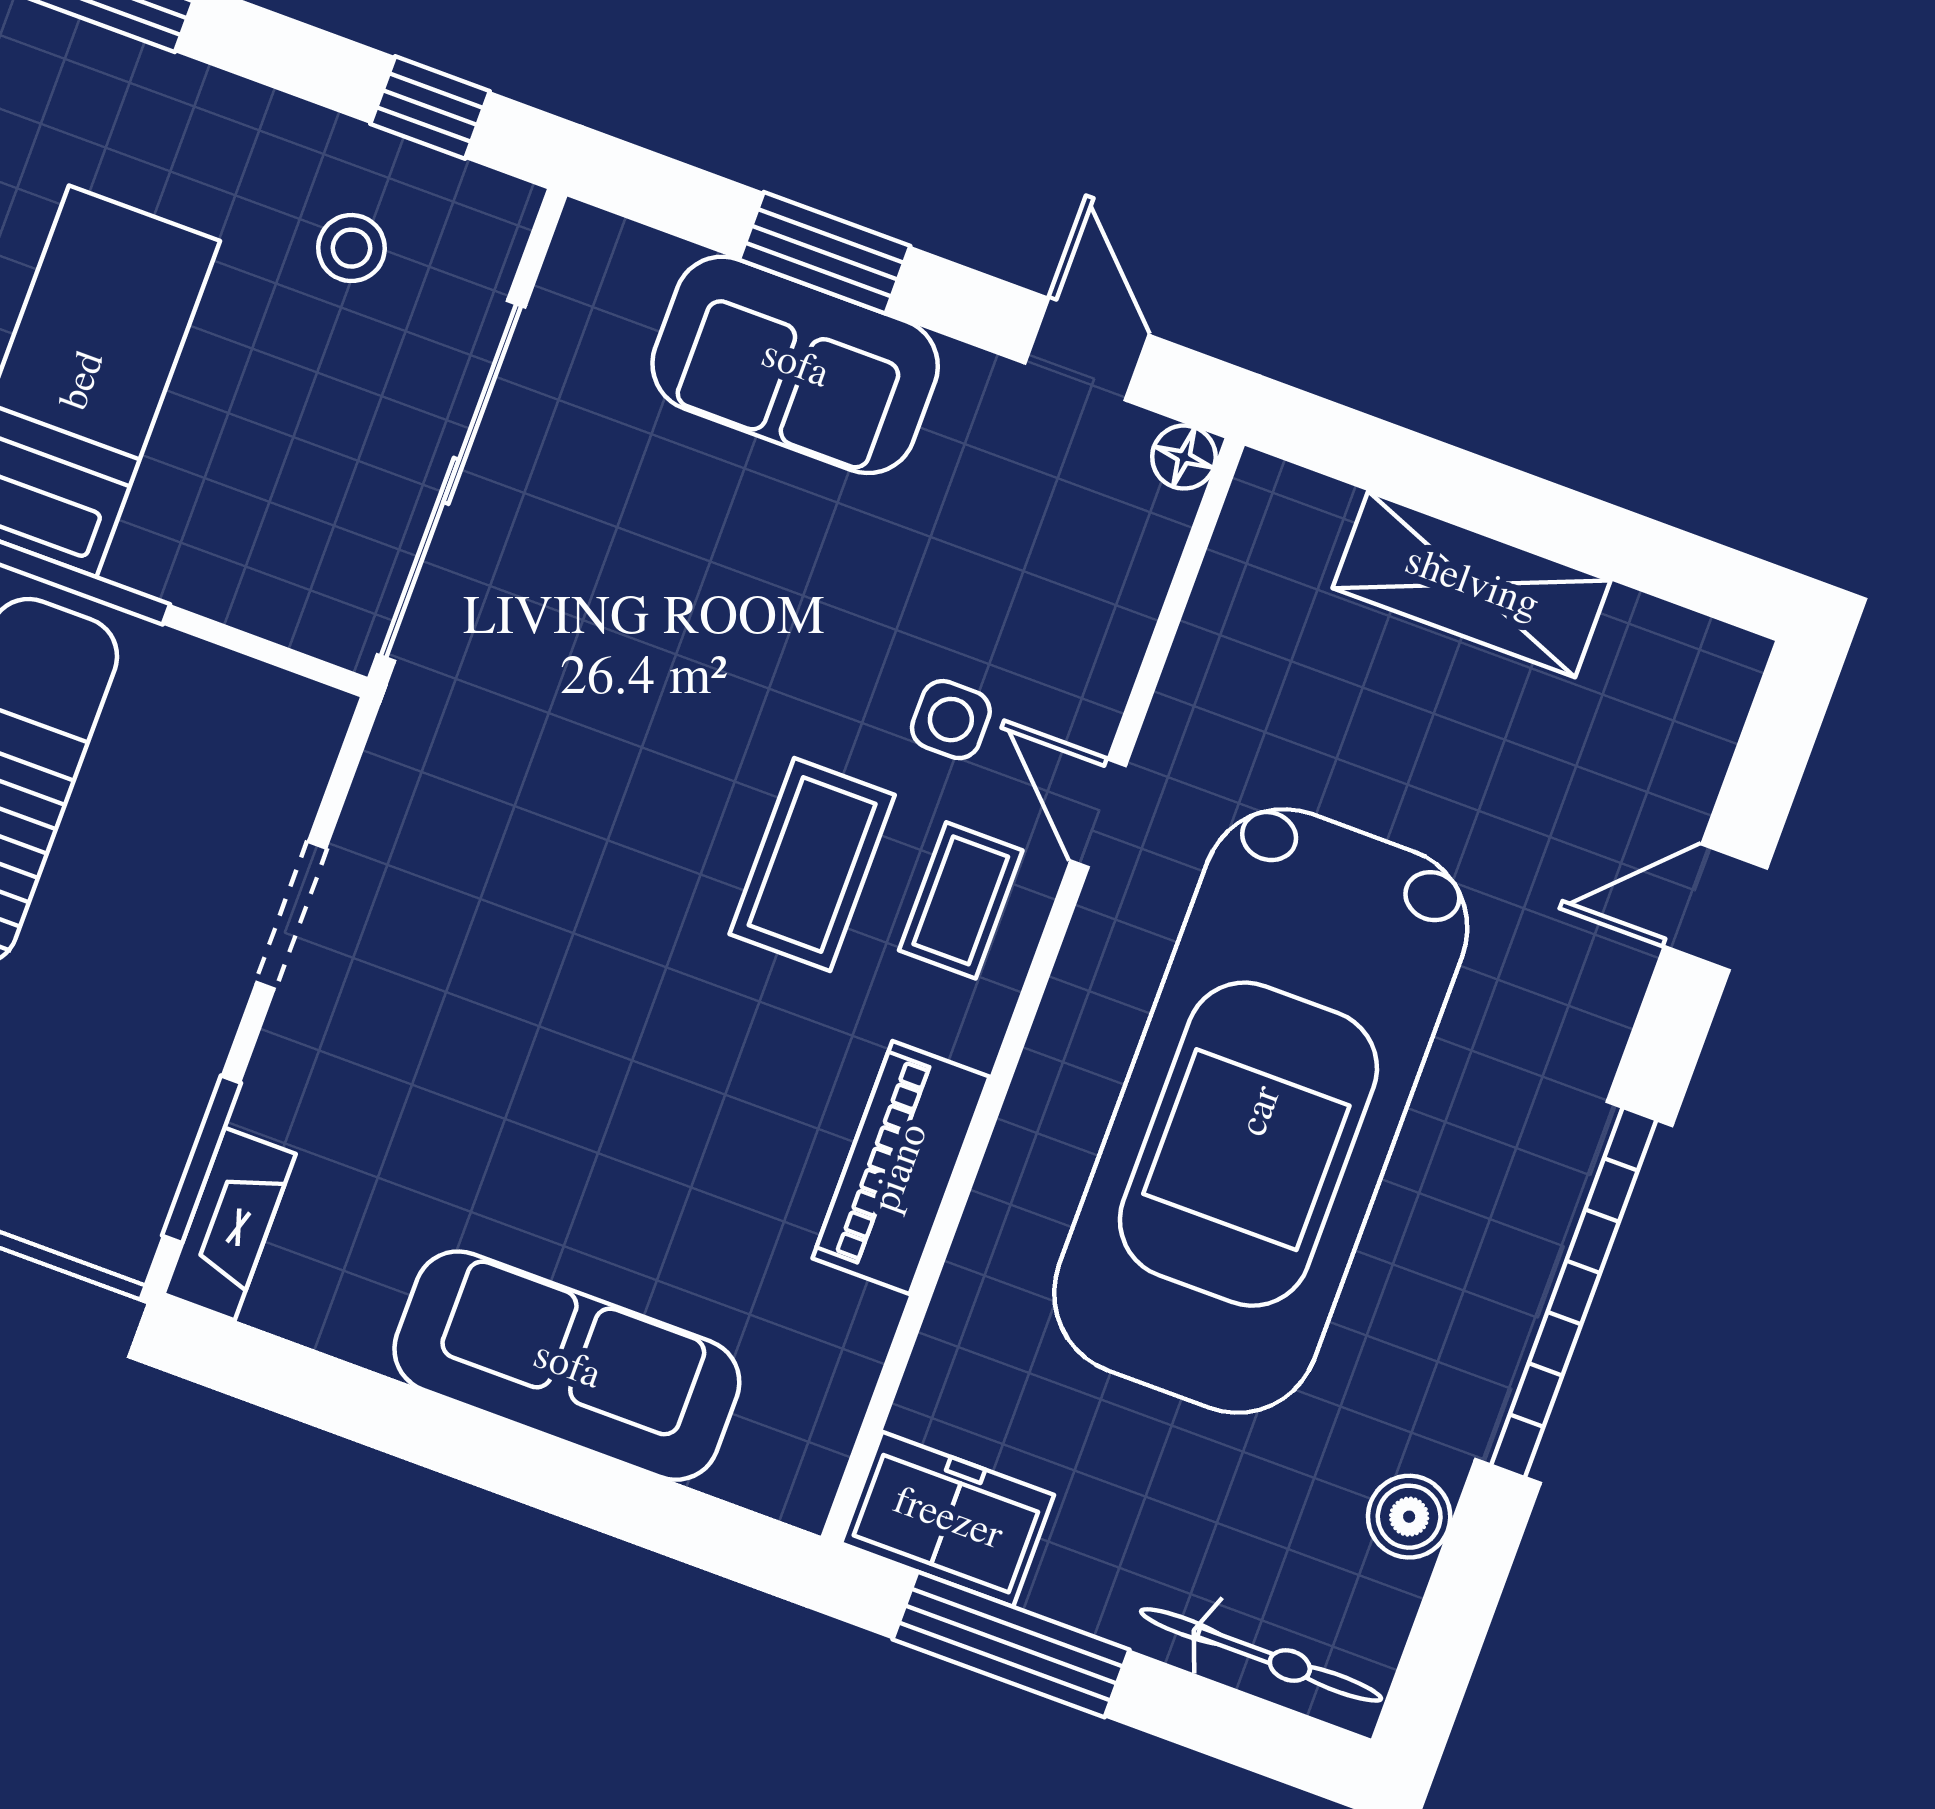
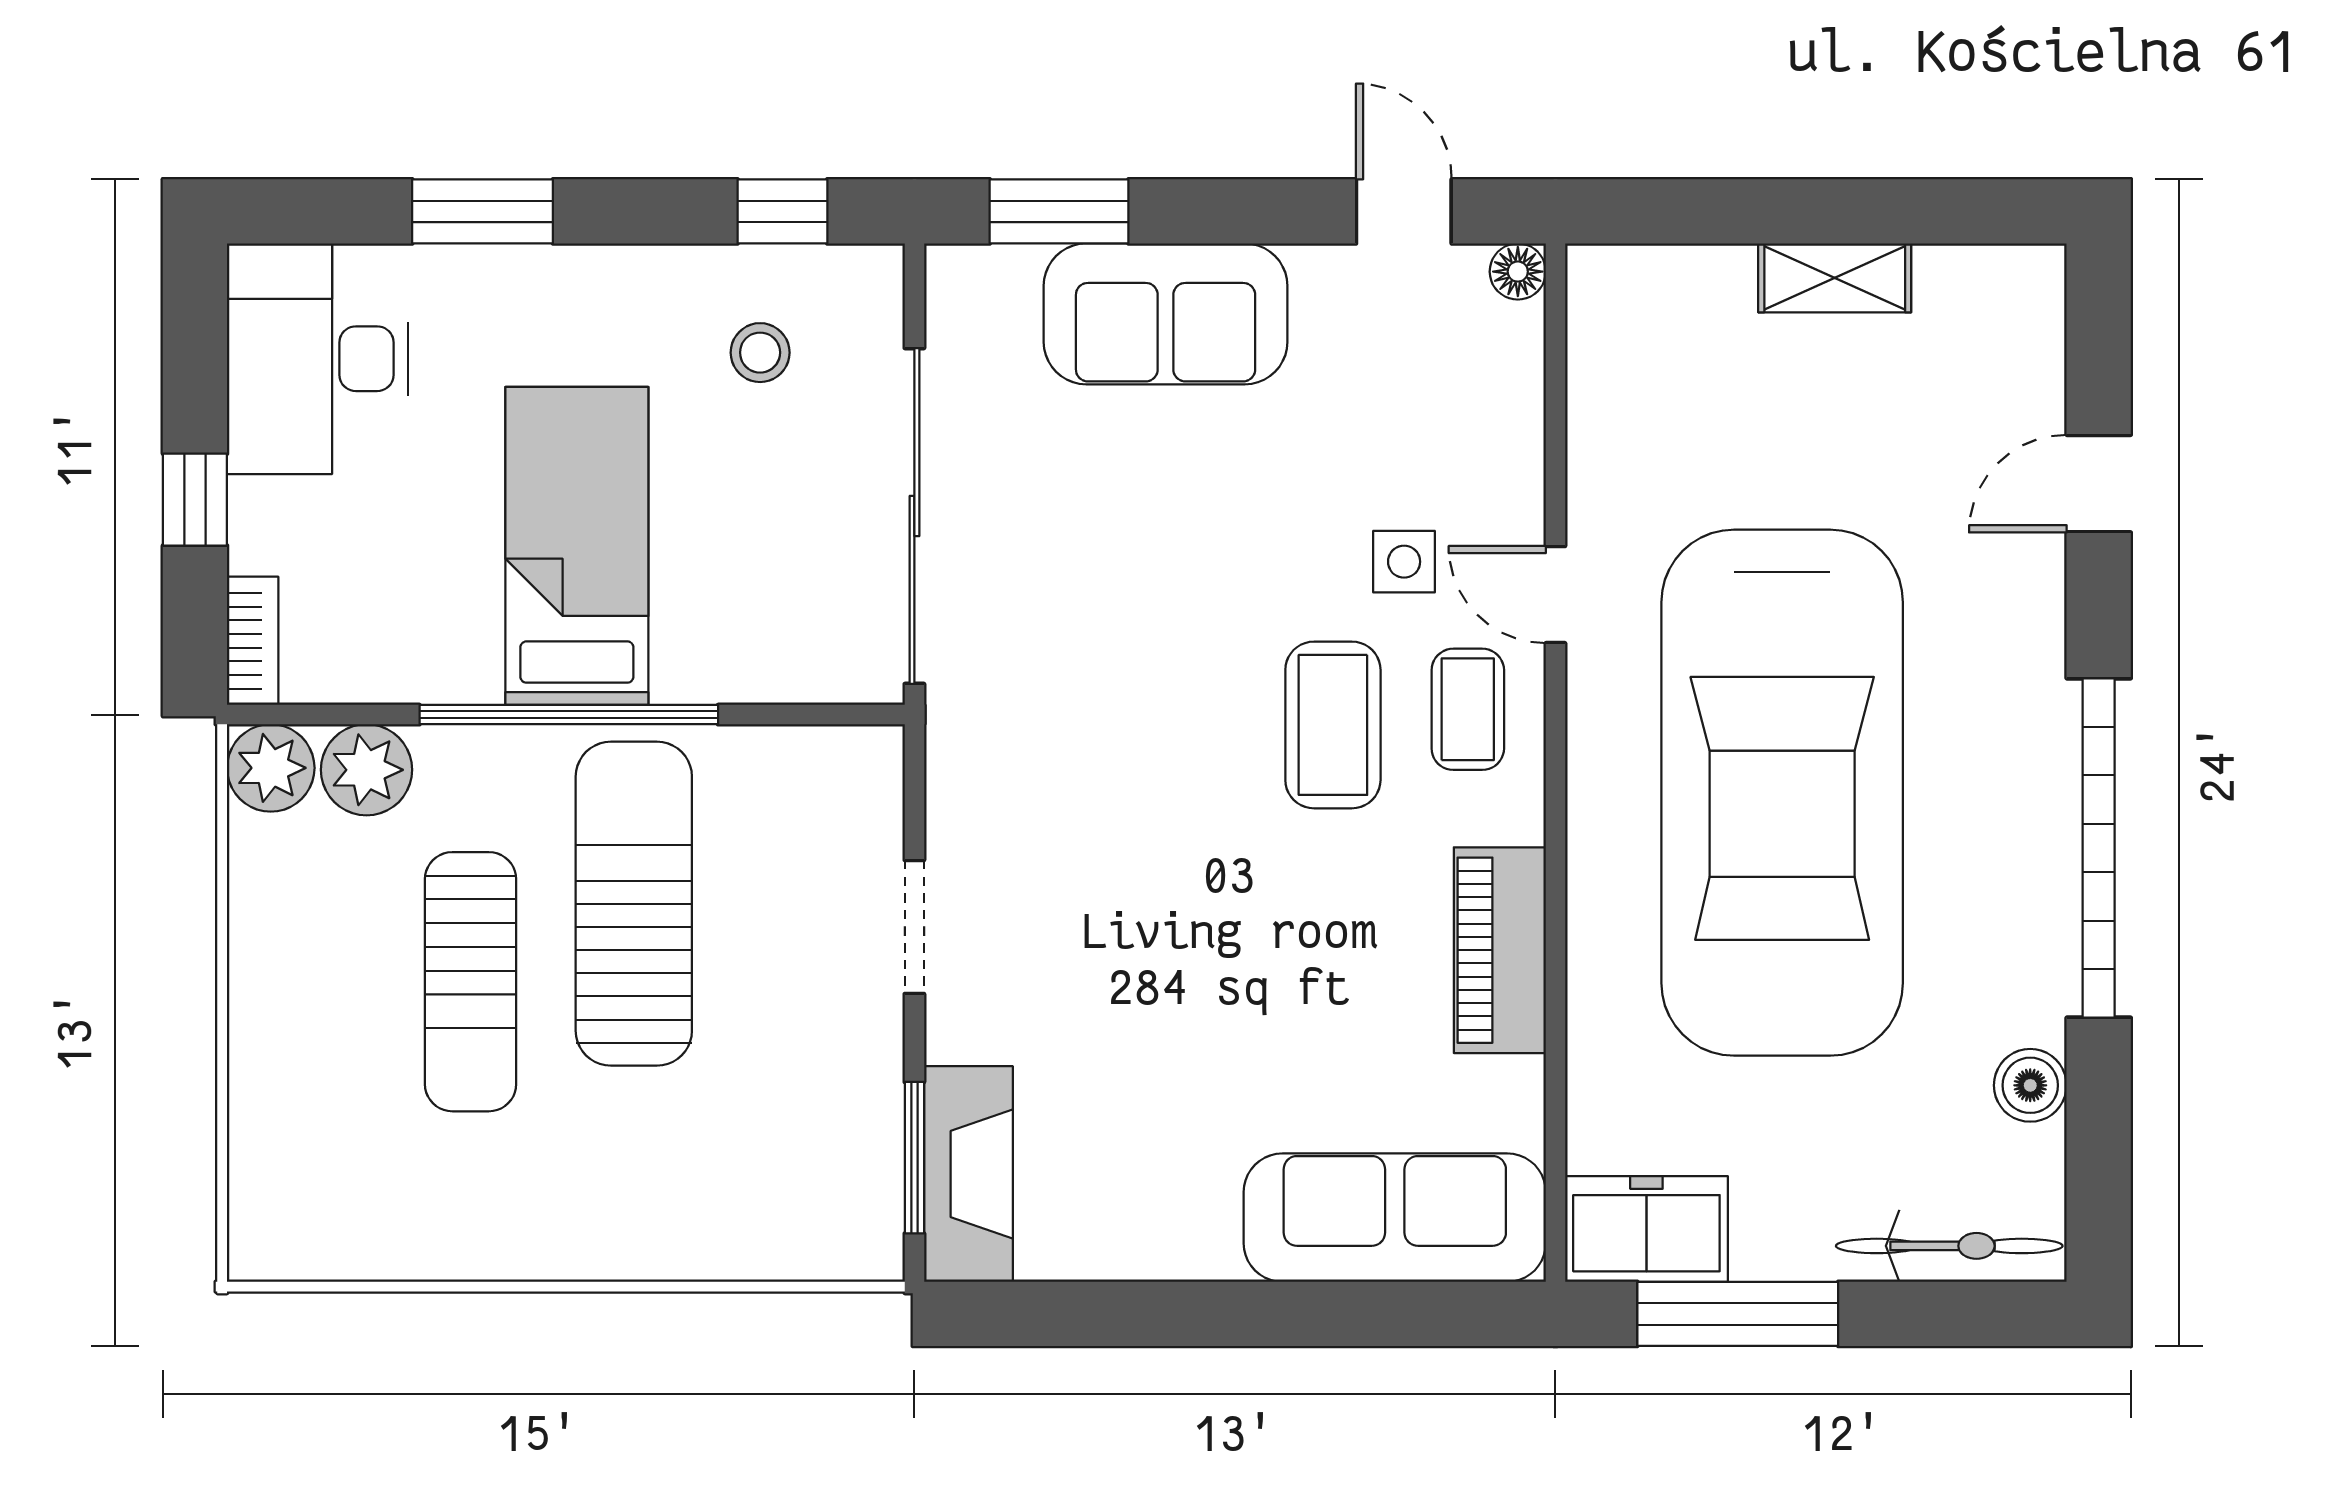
window: (825, 253) -> (1059, 211), moved
shelving: (1472, 584) -> (1835, 278), width x0.67, depth x0.75
fireplace: (230, 1224) -> (968, 1174), width x1.37, depth x1.32
sofa: (567, 1366) -> (1395, 1218), moved

